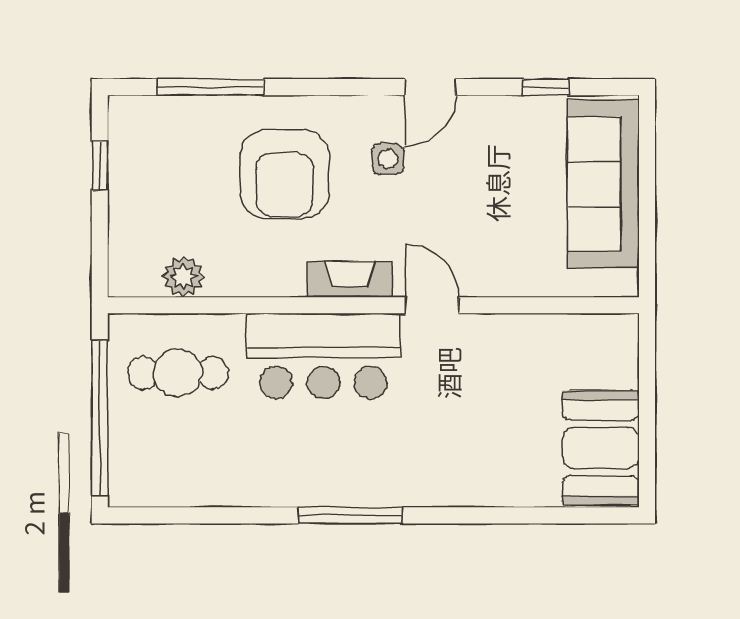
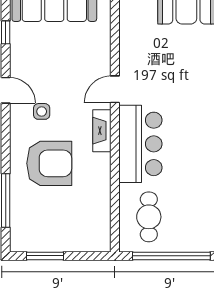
window: (100, 166) -> (45, 256), width x1.50
plant: (183, 277) -> (101, 214), removed

